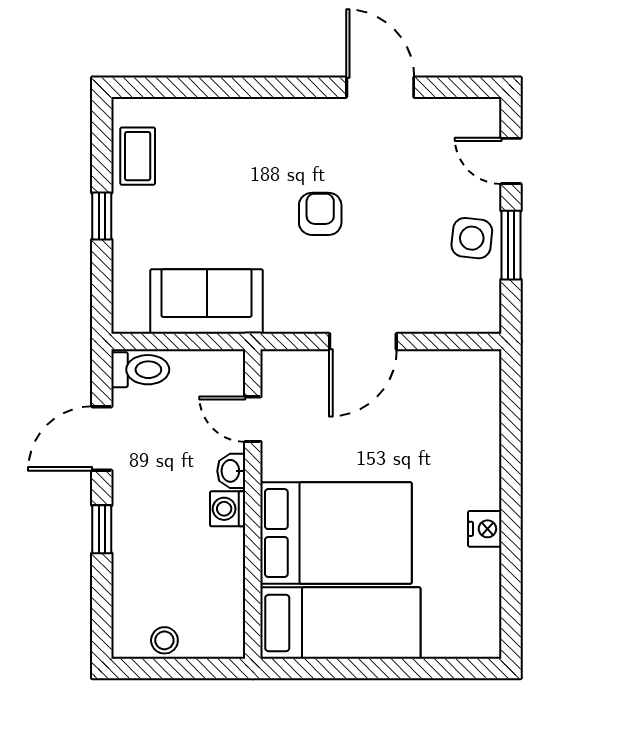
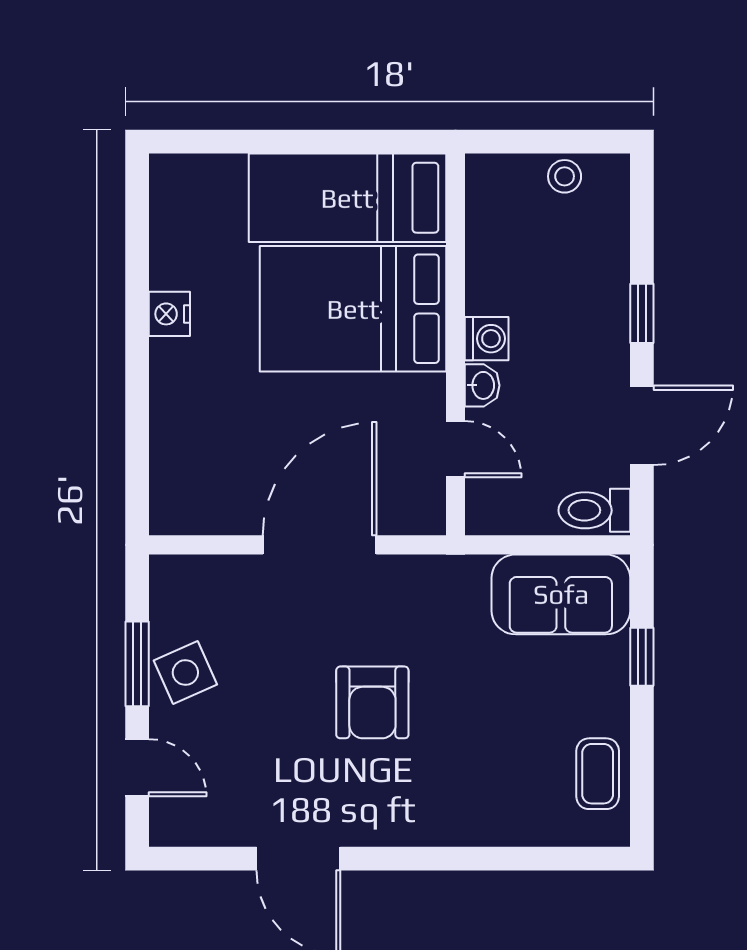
armchair: (320, 214) -> (372, 702), width x1.38, depth x1.38
window: (102, 216) -> (642, 657), moved
side table: (472, 238) -> (185, 673), turned -30
sofa: (207, 301) -> (561, 594), moved
door: (363, 342) -> (320, 545), width x1.36

